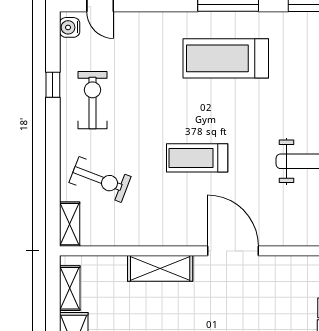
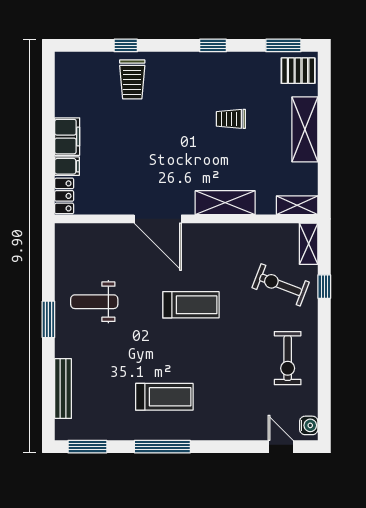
treadmill: (226, 58) -> (164, 397), width x0.73, depth x0.73
window: (53, 85) -> (324, 287), moved
shelving: (70, 288) -> (297, 205), moved, turned 90

